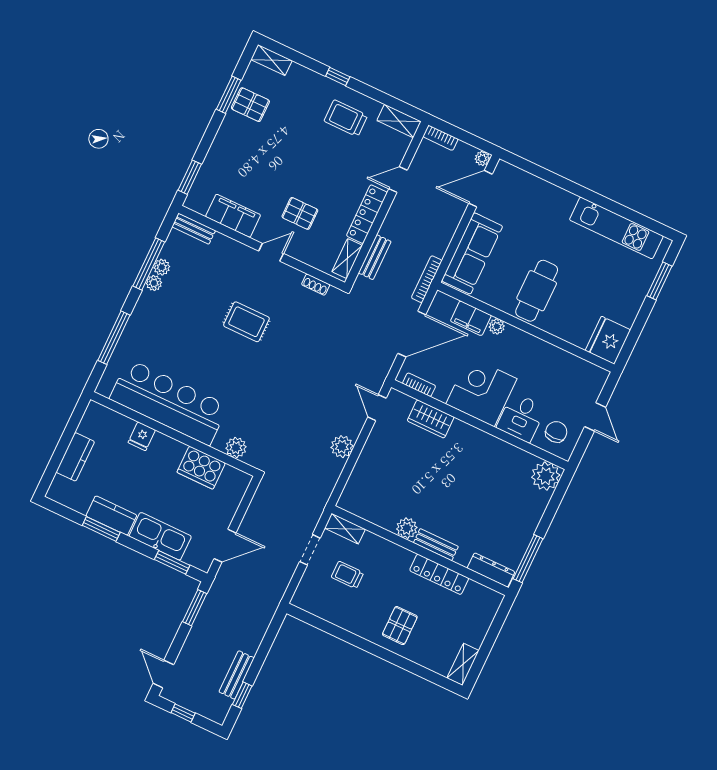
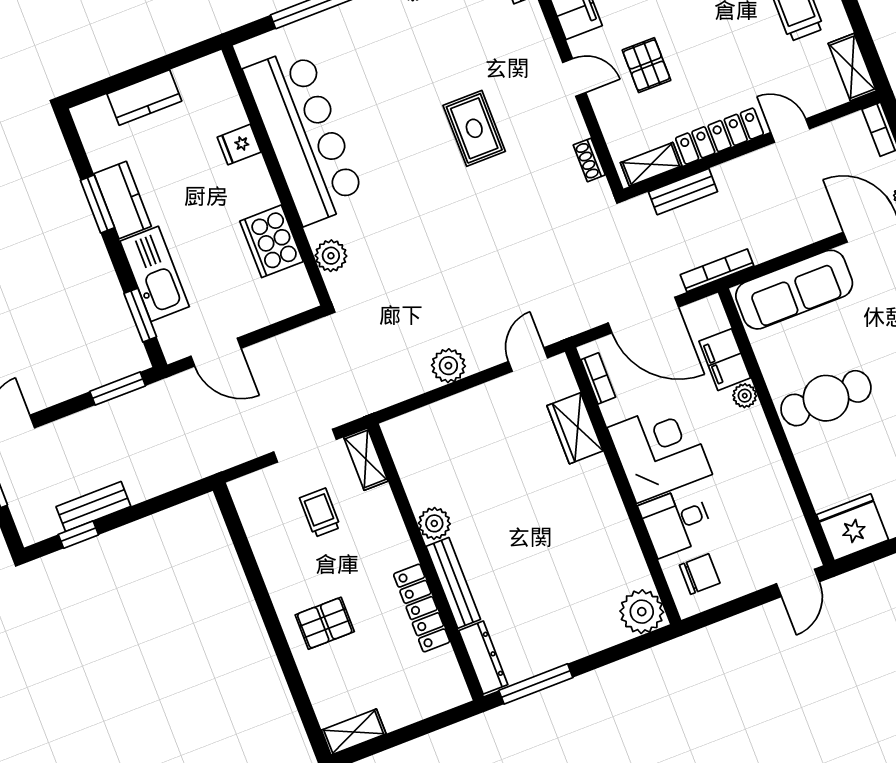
door: (595, 417) -> (798, 583), moved
bench: (436, 545) -> (453, 583), width x1.36
doorway: (310, 550) -> (305, 446), width x1.38

